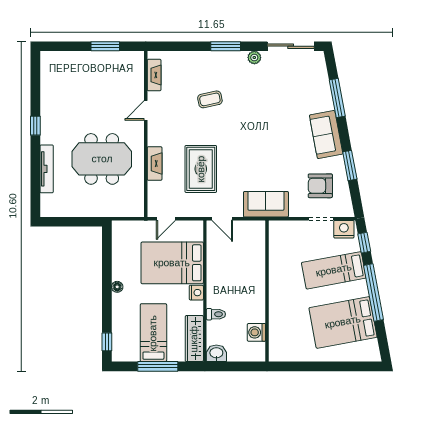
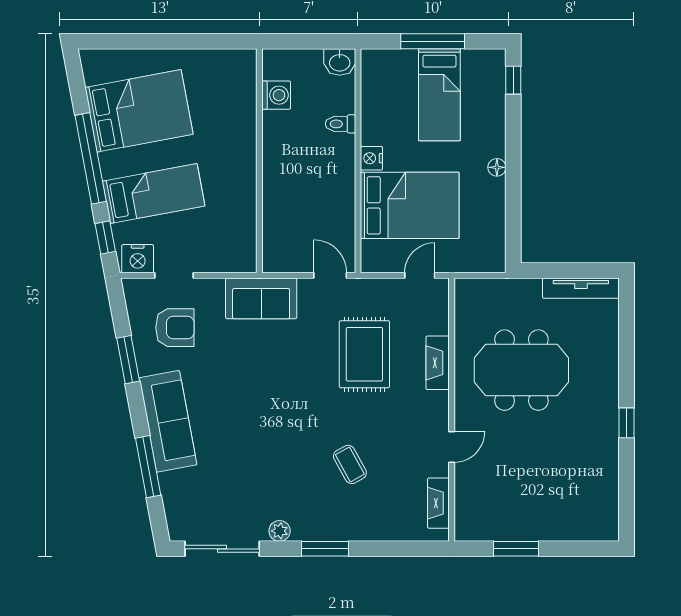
coffee table: (210, 99) -> (350, 464), turned 73
sofa: (326, 135) -> (168, 421), width x1.36
tv unit: (47, 169) -> (581, 288), moved, turned -90
wardrobe: (194, 339) -> (375, 85), removed

